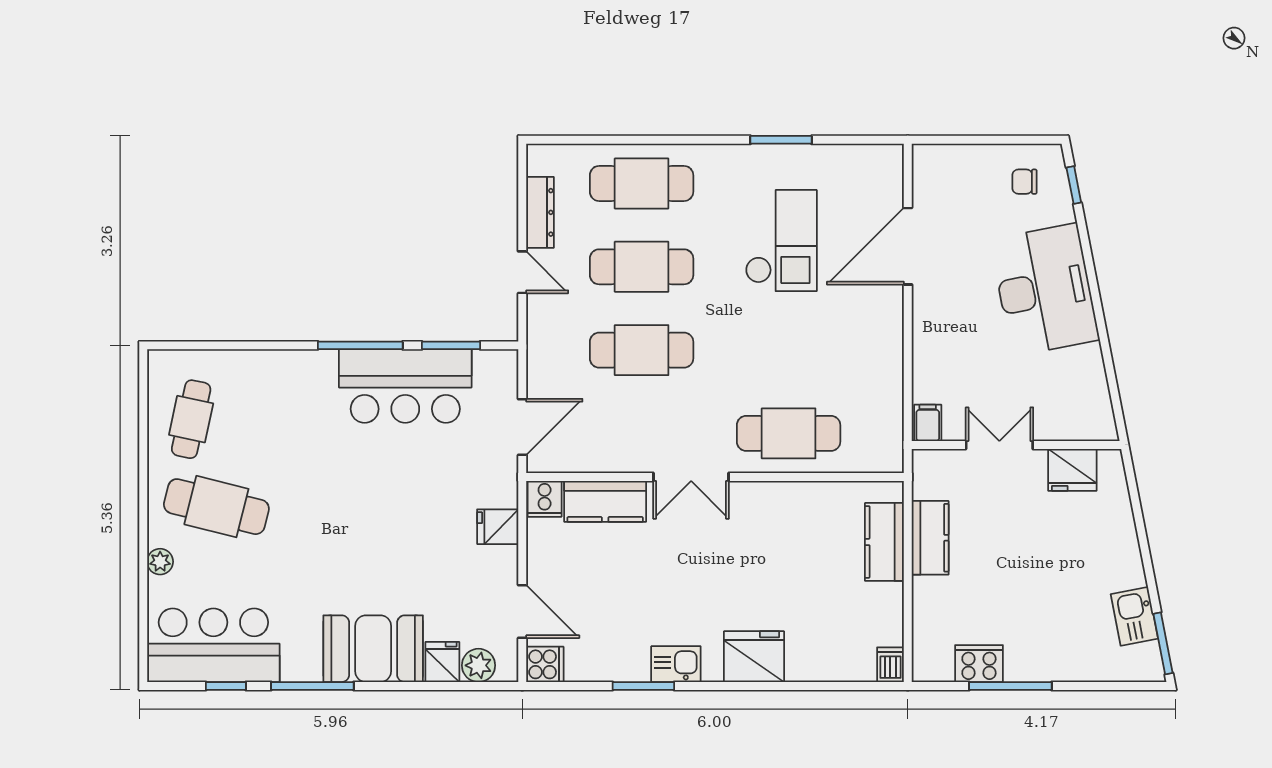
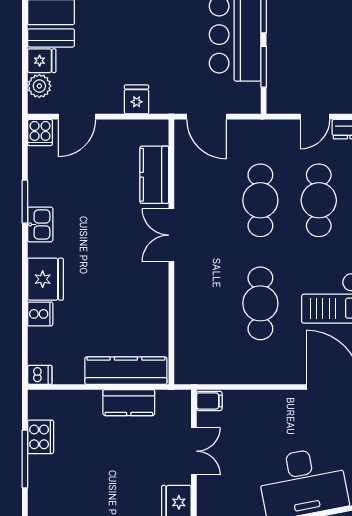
cafe table: (789, 433) -> (260, 303), moved
cooker: (545, 499) -> (40, 314), moved, turned 180
kitchen counter: (884, 542) -> (126, 371), width x1.50

